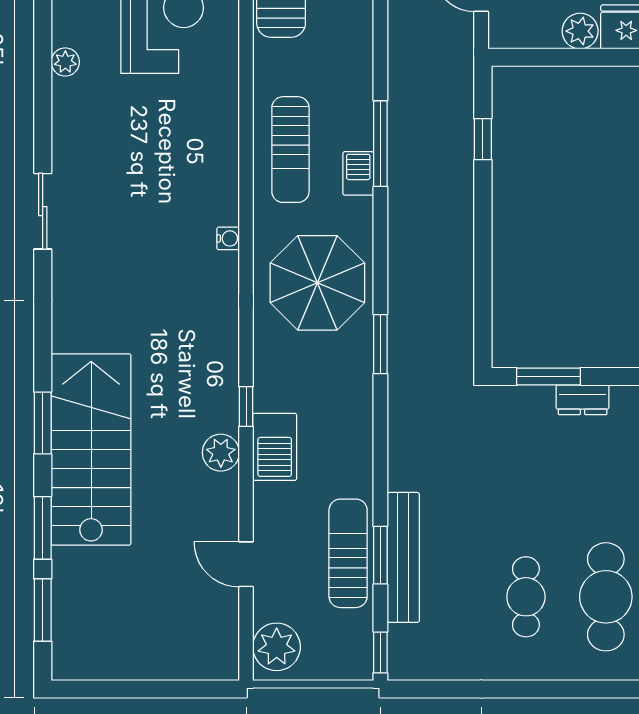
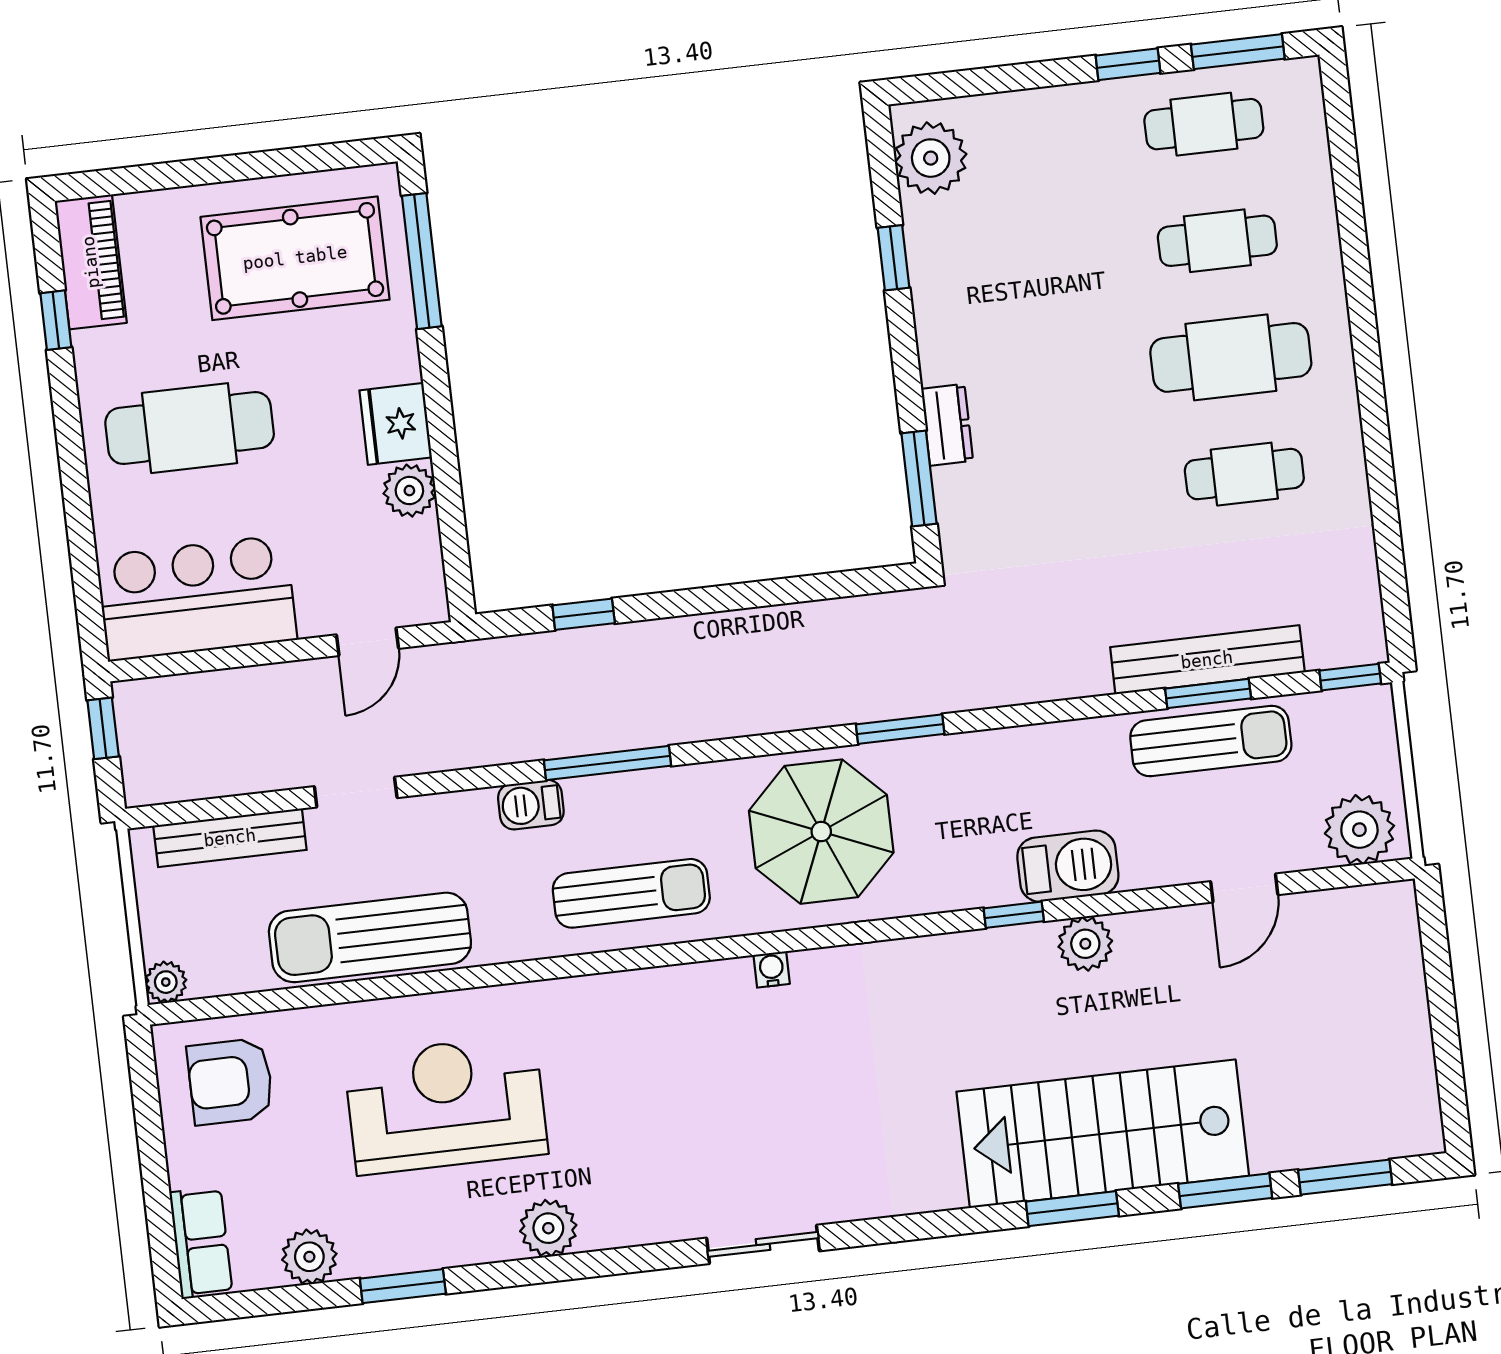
plant: (65, 62) -> (548, 1228), width x1.38, depth x1.38
barbecue: (358, 173) -> (531, 805), moved
sun lounger: (348, 553) -> (1211, 741), turned 180

